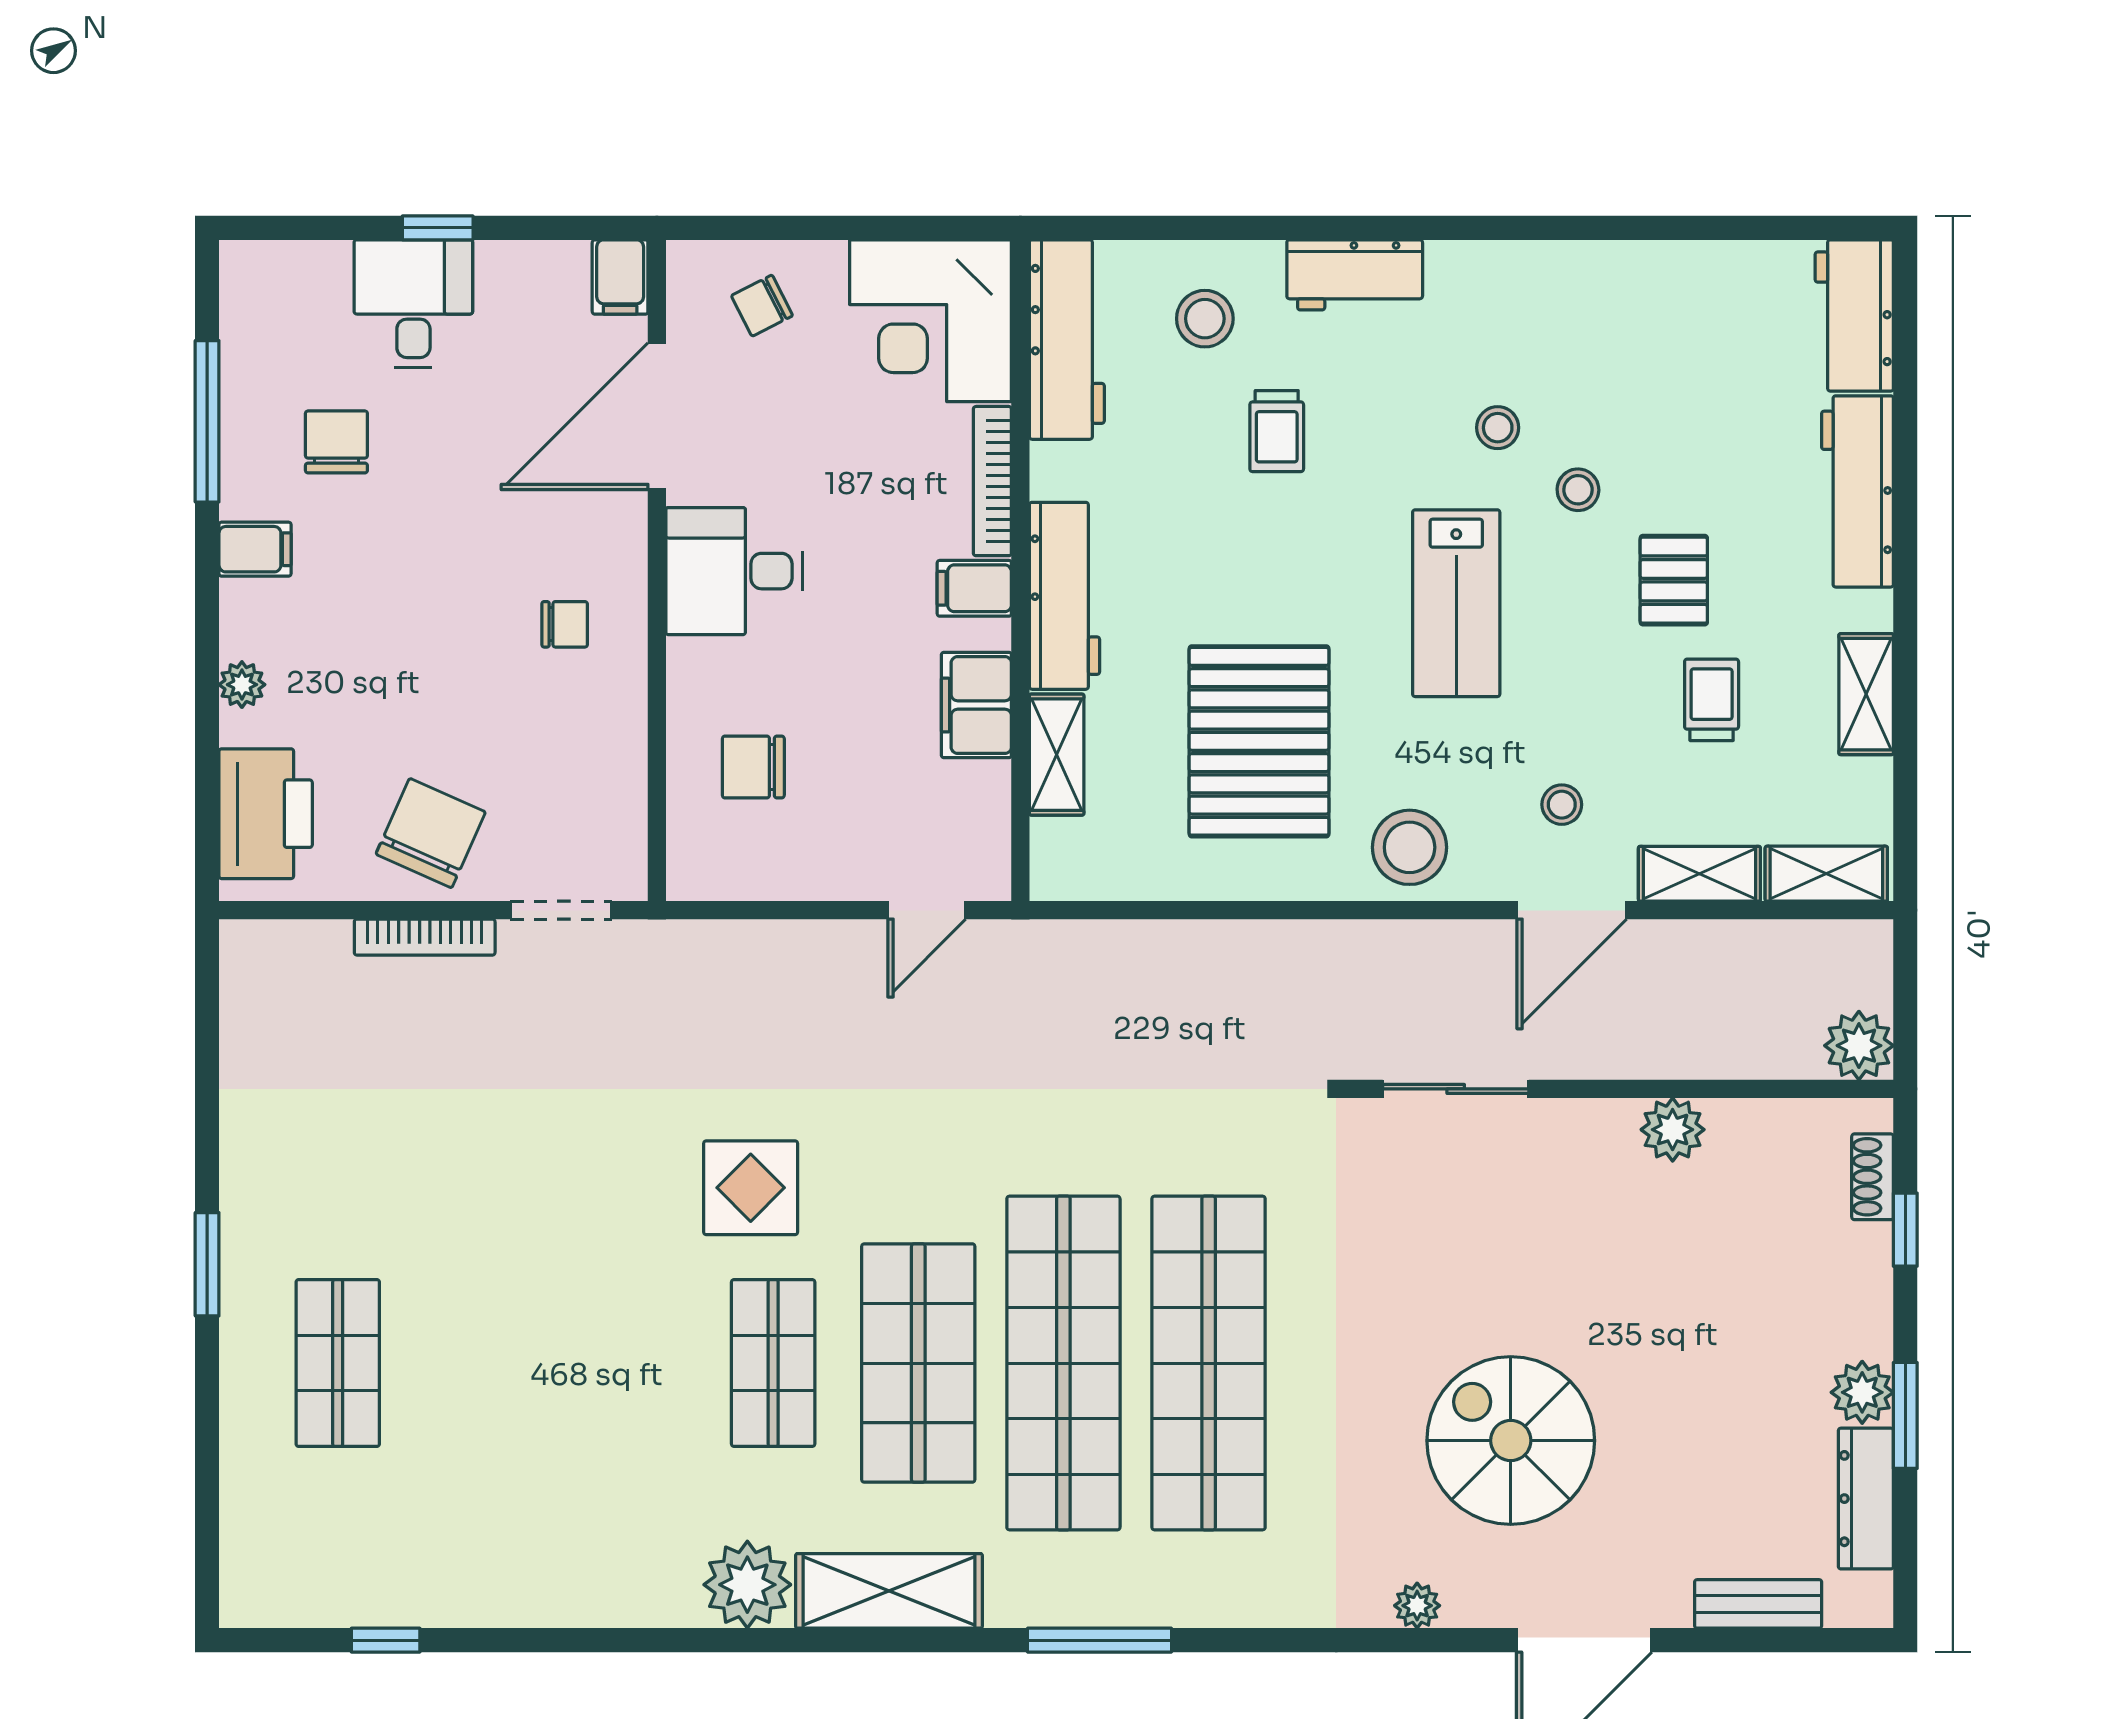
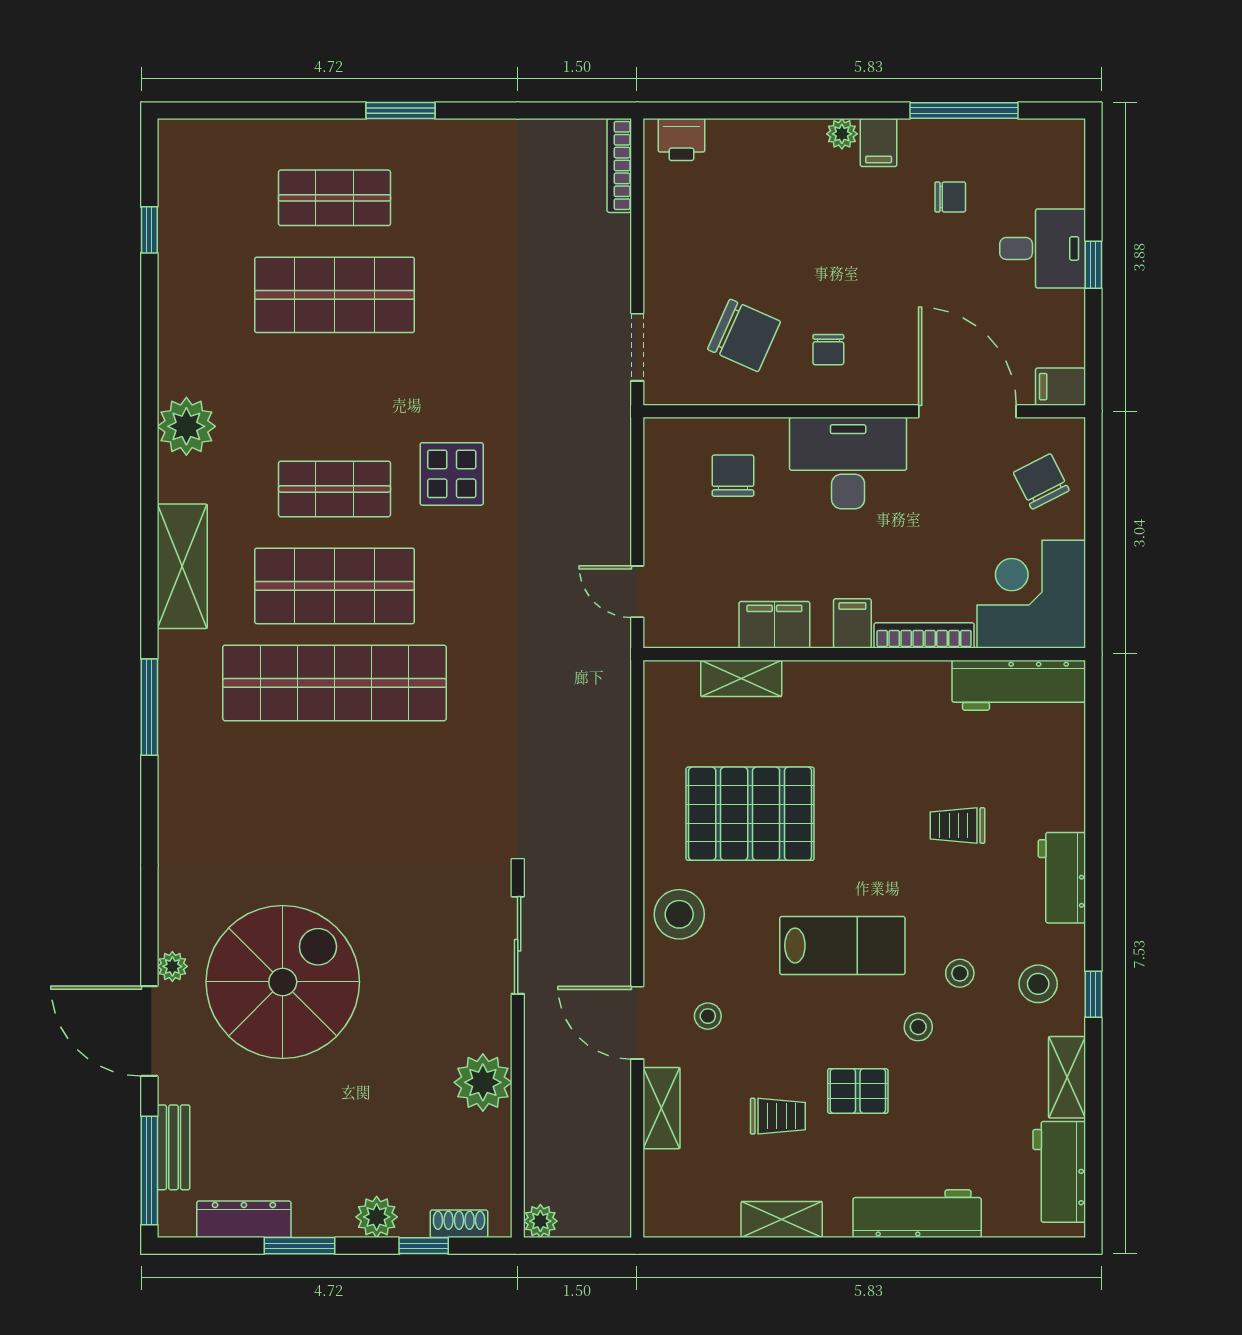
window: (1529, 228) -> (1093, 994), added
chair: (762, 306) -> (1041, 481), width x1.37, depth x1.37
workbench: (1854, 315) -> (1059, 1172), moved, turned -90
stool: (1205, 319) -> (1038, 984), moved
chair: (336, 442) -> (950, 197), width x0.73, depth x0.73
desk: (734, 571) -> (848, 463), width x1.37
workbench: (1064, 596) -> (847, 684), removed
lab bench: (1456, 603) -> (842, 946), turned 180
plant: (242, 685) -> (842, 134), moved
printer: (266, 814) -> (682, 140), width x0.53, depth x0.68
chair: (431, 833) -> (744, 335), moved
shelving: (1826, 874) -> (1067, 1077), moved
bookcase: (425, 937) -> (619, 165), moved
plant: (1859, 1046) -> (540, 1221), width x0.73, depth x0.73
plant: (1673, 1130) -> (483, 1082), width x1.36, depth x1.36
shop shelf: (1209, 1363) -> (335, 295), moved, width x0.71
plant: (1862, 1392) -> (377, 1217), moved
spiral stairs: (1511, 1441) -> (283, 982), width x1.37, depth x1.37
plant: (747, 1585) -> (186, 426), moved
plant: (1417, 1606) -> (172, 966), moved
window: (1793, 1640) -> (149, 1170), added

